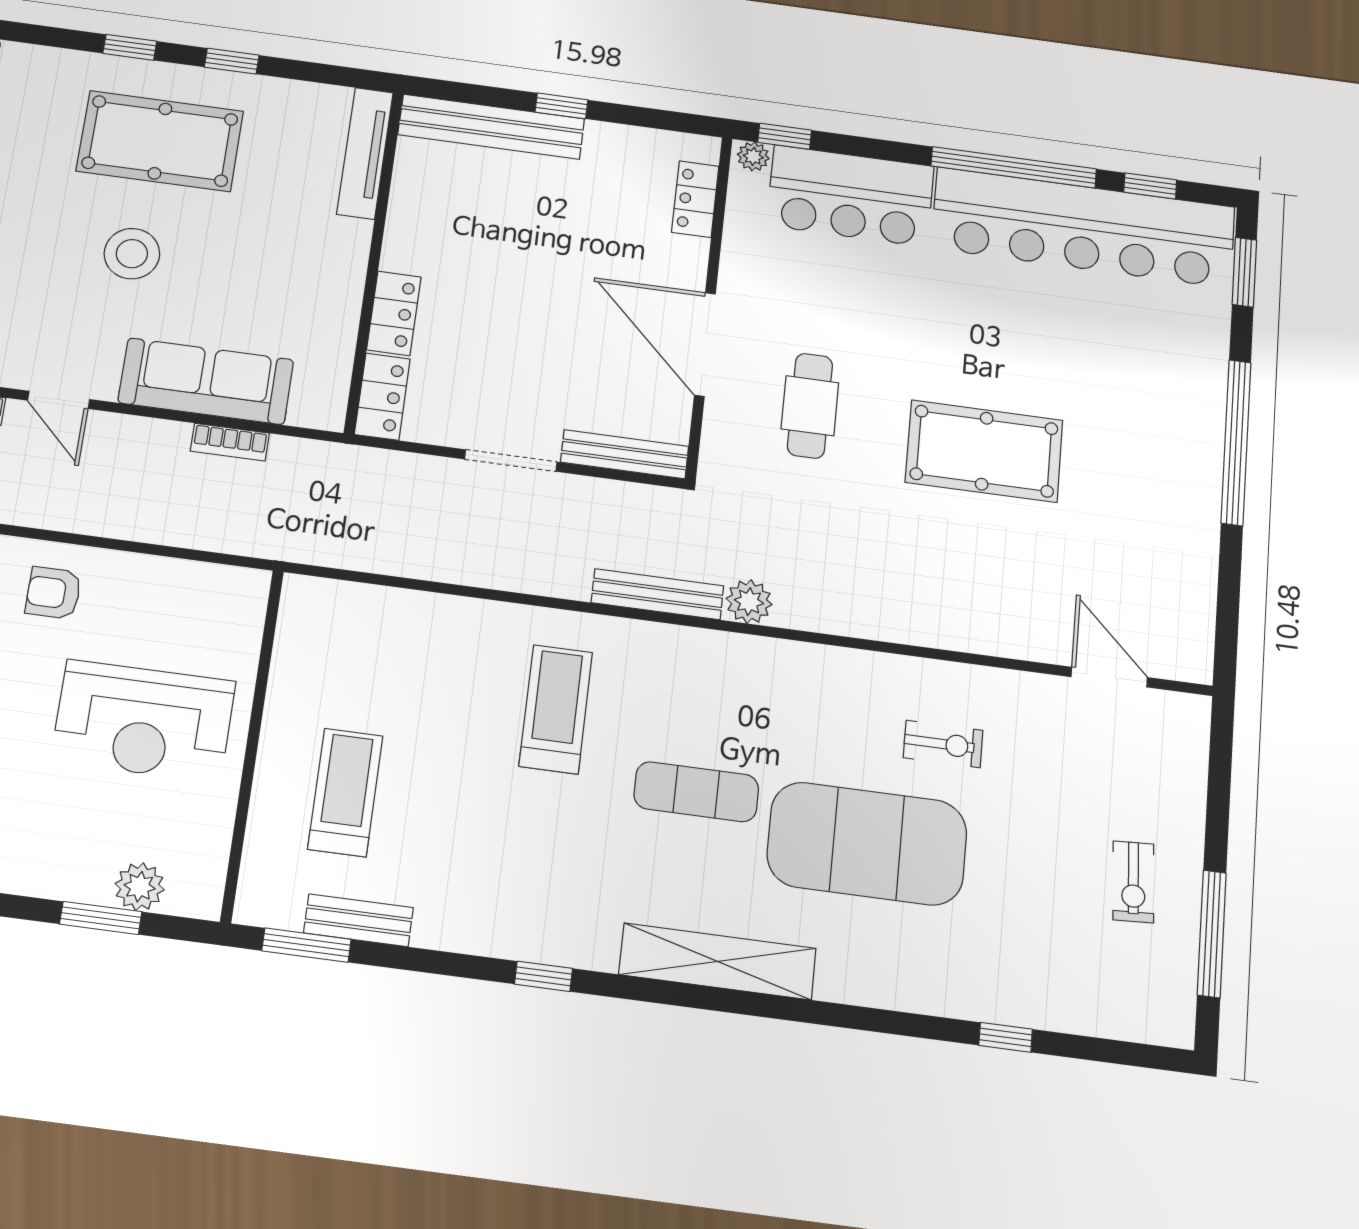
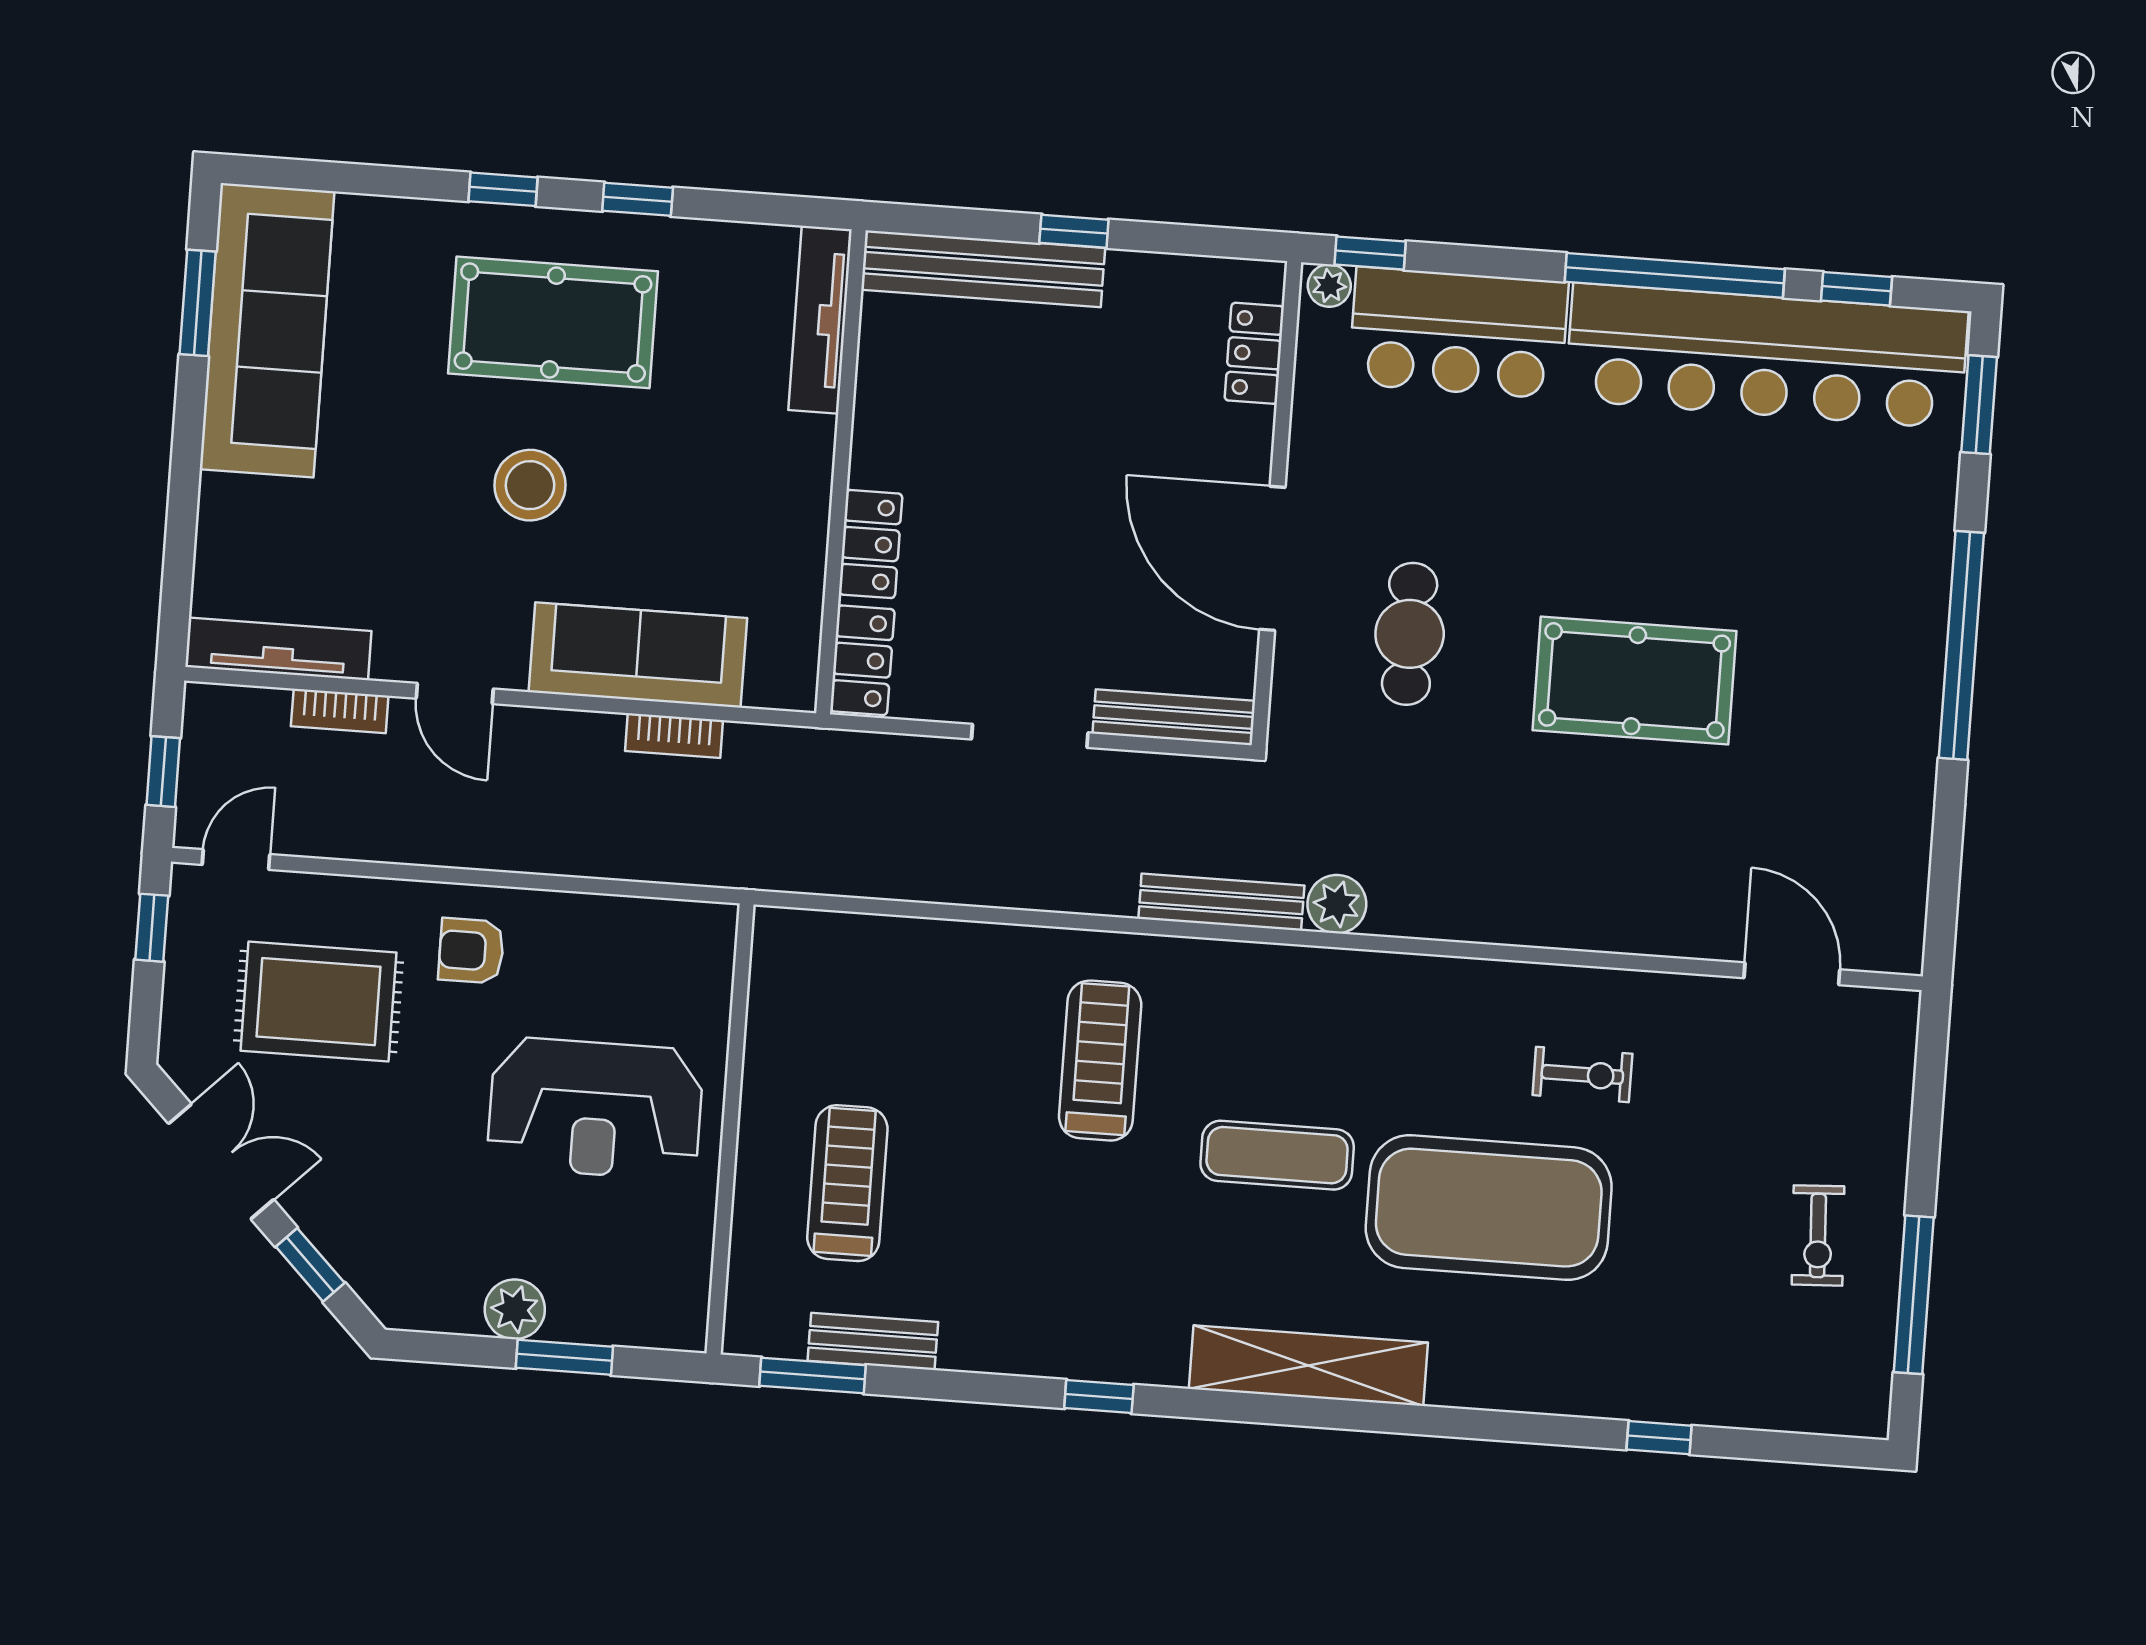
plant: (140, 887) -> (515, 1309), moved

